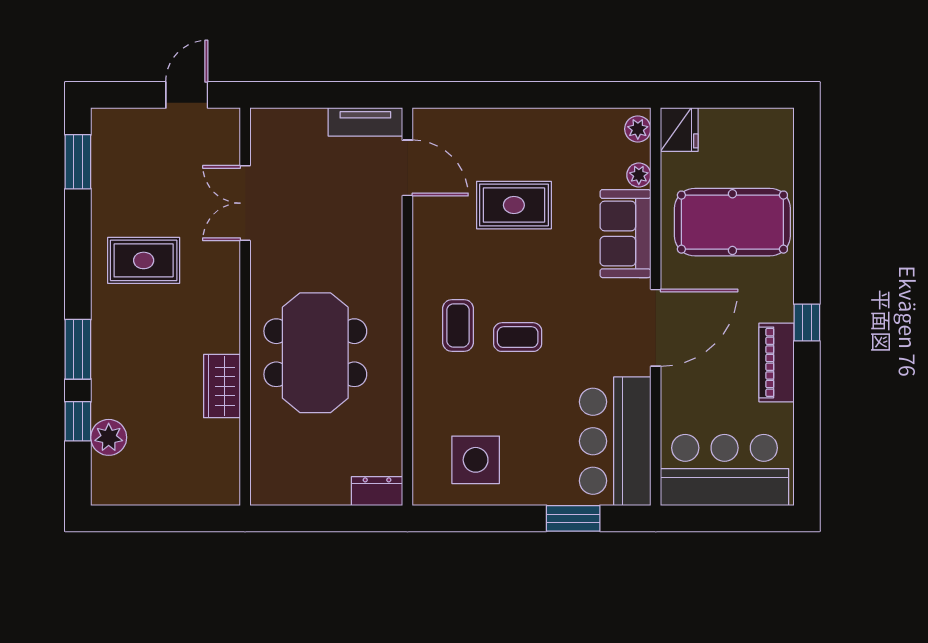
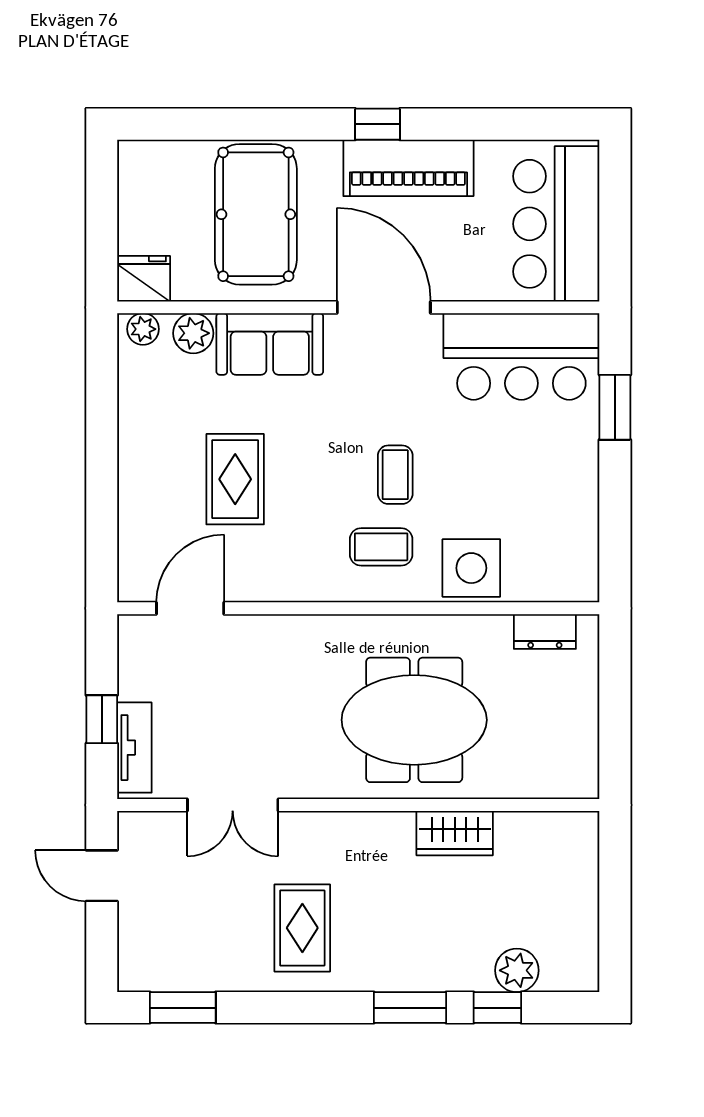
window: (316, 95) -> (102, 719), added
tv unit: (365, 122) -> (134, 748), moved
plant: (639, 175) -> (193, 333), width x1.38, depth x1.38
piano: (777, 362) -> (408, 168), width x1.37, depth x1.33
side table: (476, 460) -> (471, 568), moved
dresser: (377, 491) -> (545, 632), moved, turned -90

